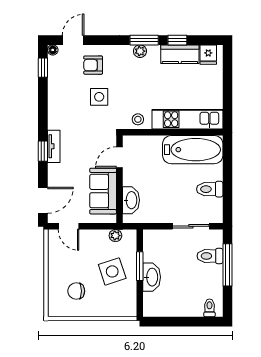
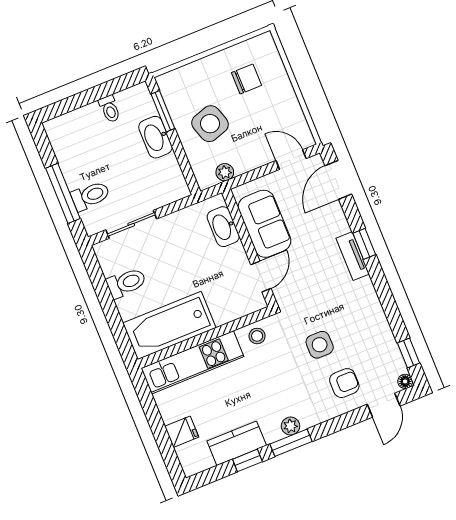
fridge: (208, 55) -> (182, 432), moved, turned 90
window: (140, 266) -> (163, 111), moved
toilet: (209, 308) -> (110, 109), moved

